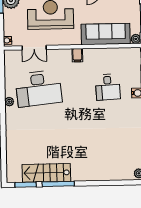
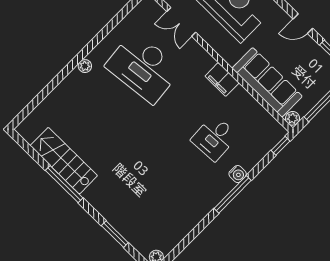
filing cabinet: (77, 55) -> (222, 79), width x2.00
plant: (9, 102) -> (85, 66), moved
window: (26, 185) -> (115, 234), moved

